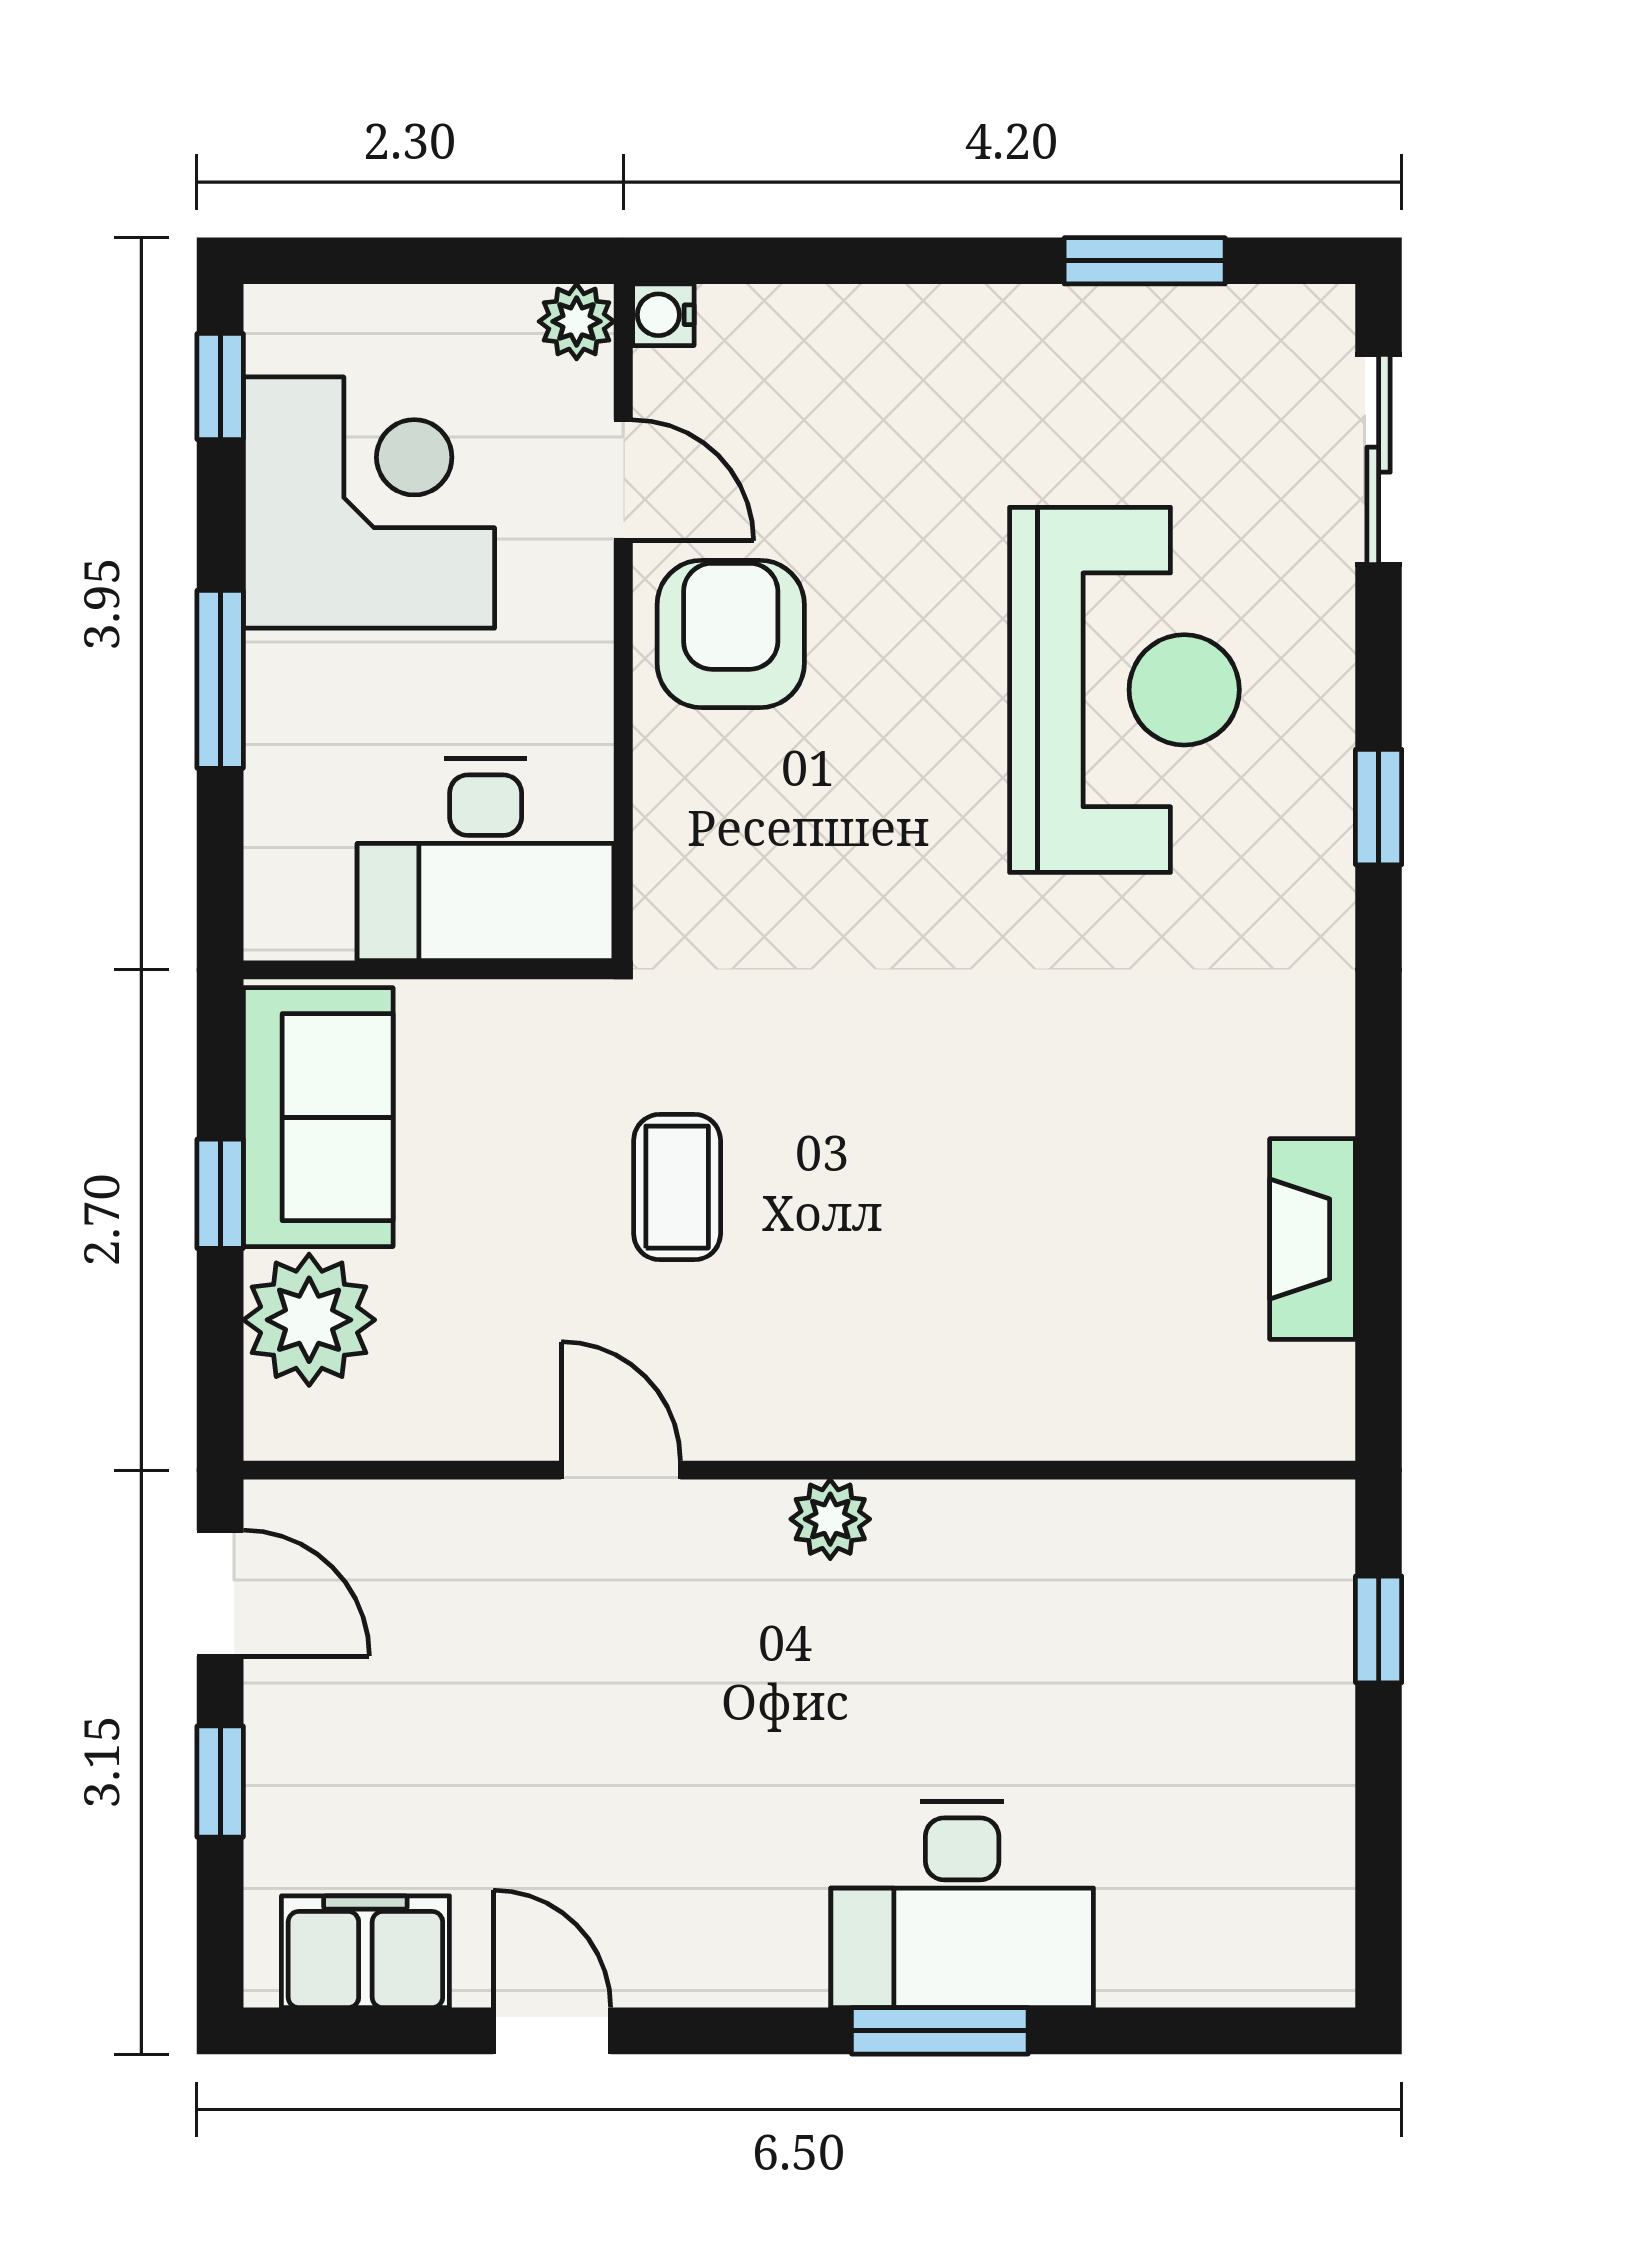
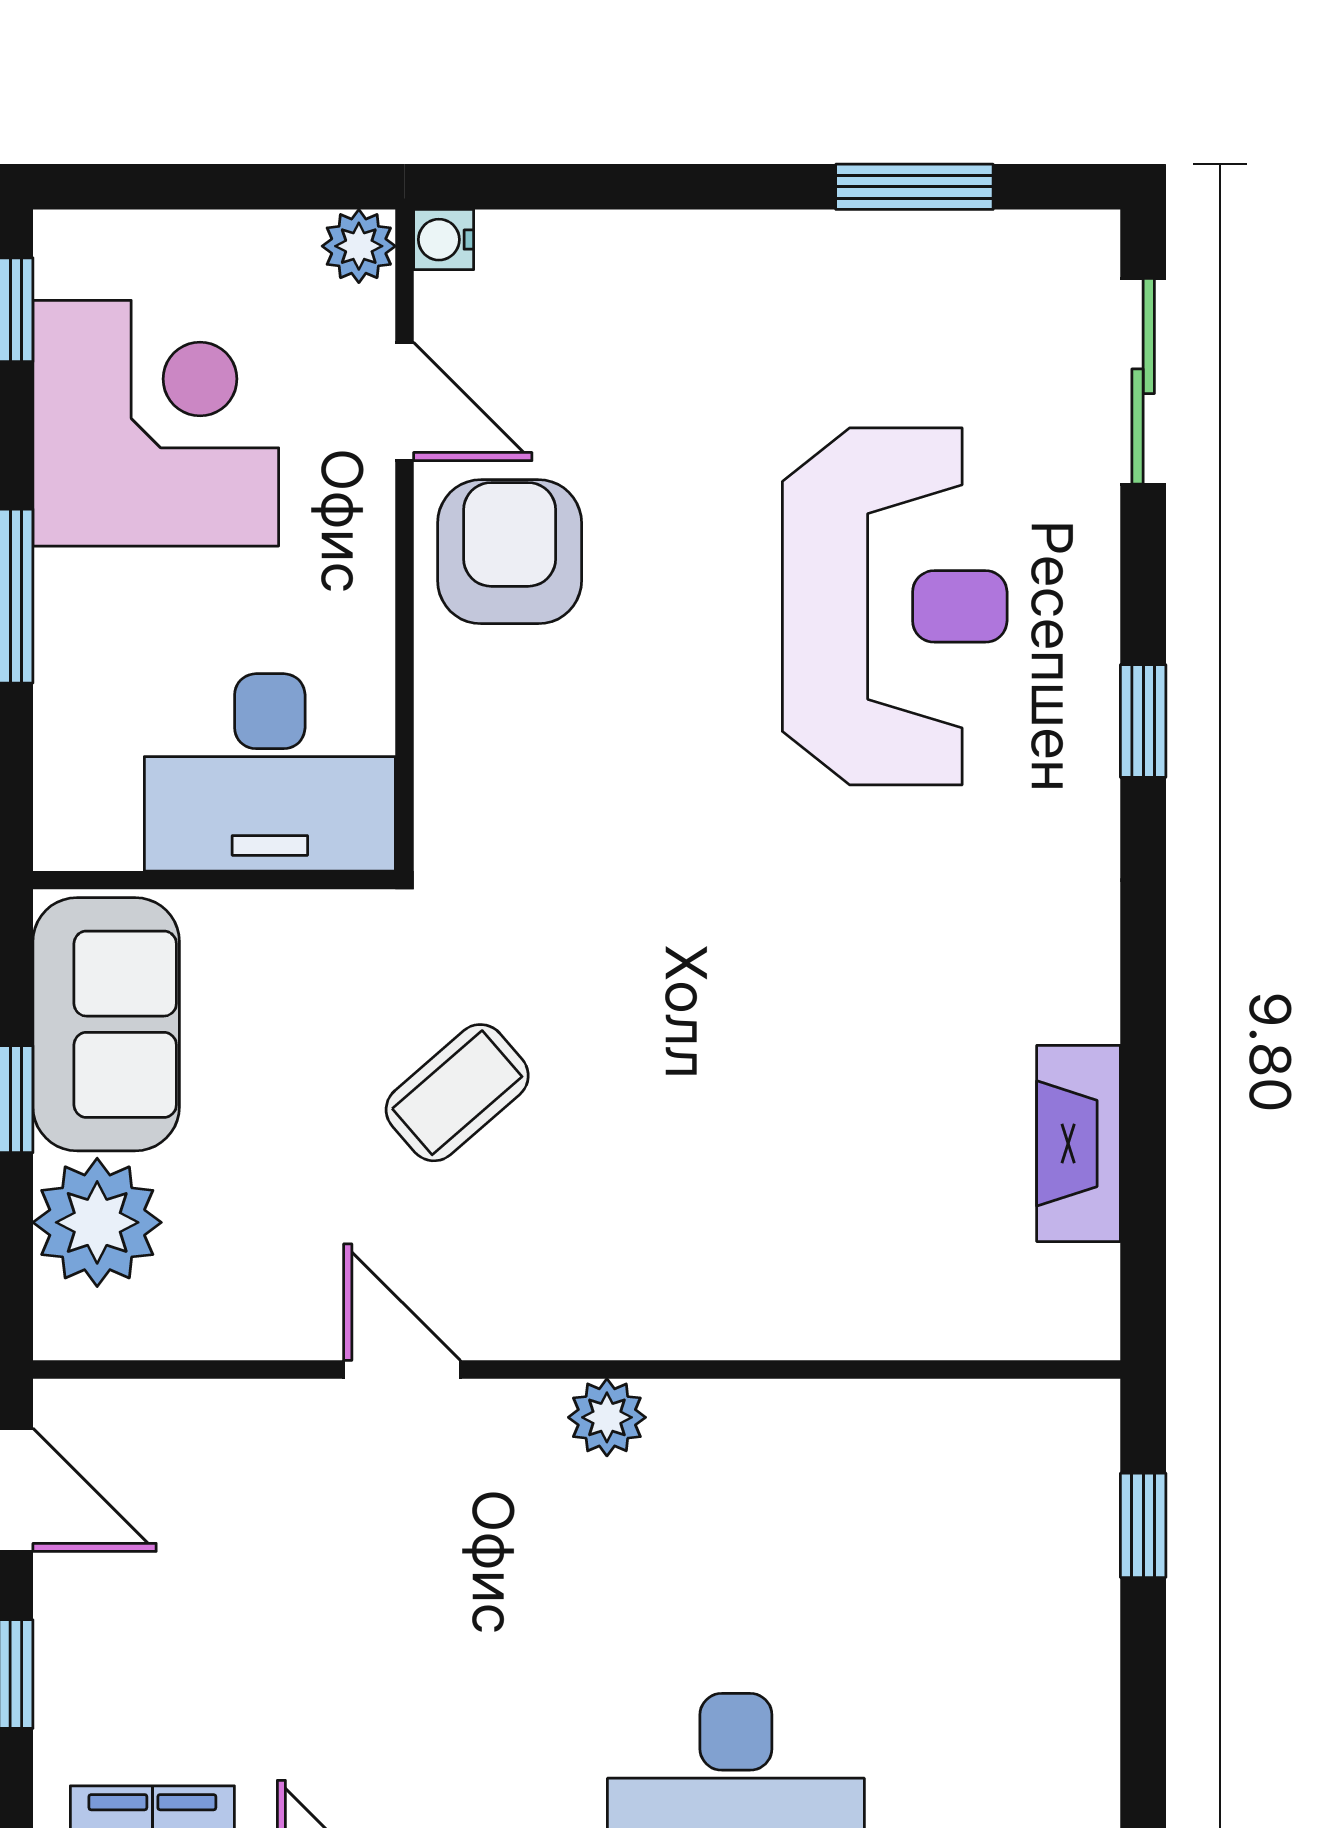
coffee table: (677, 1187) -> (457, 1093), turned 49

